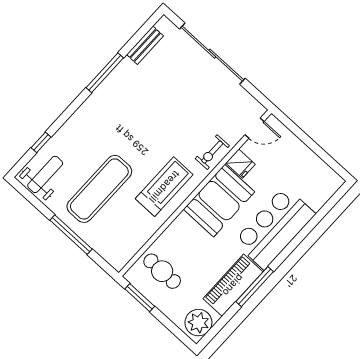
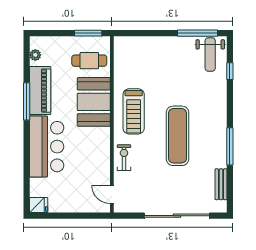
door: (255, 128) -> (112, 194), hinge flipped
fridge: (240, 164) -> (39, 205), moved, turned 180
exercise mat: (99, 189) -> (177, 136), moved
booth: (219, 201) -> (94, 102), moved
window: (71, 235) -> (198, 33), moved
plant: (198, 323) -> (35, 55), width x0.53, depth x0.53

